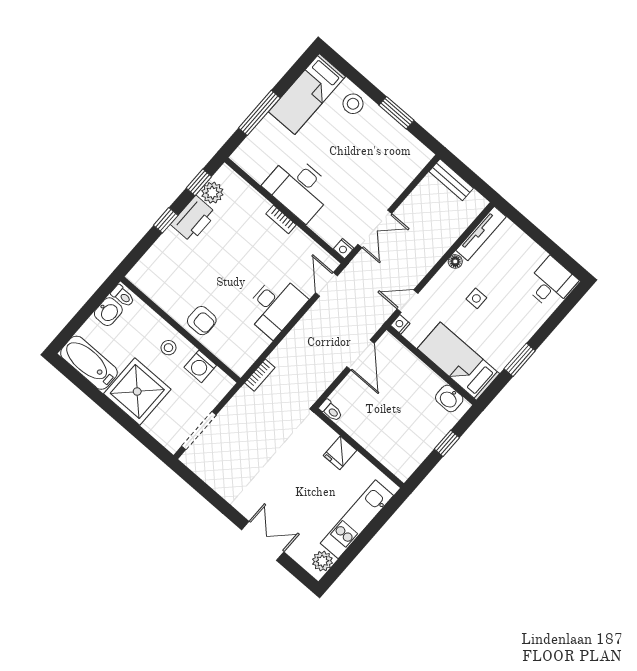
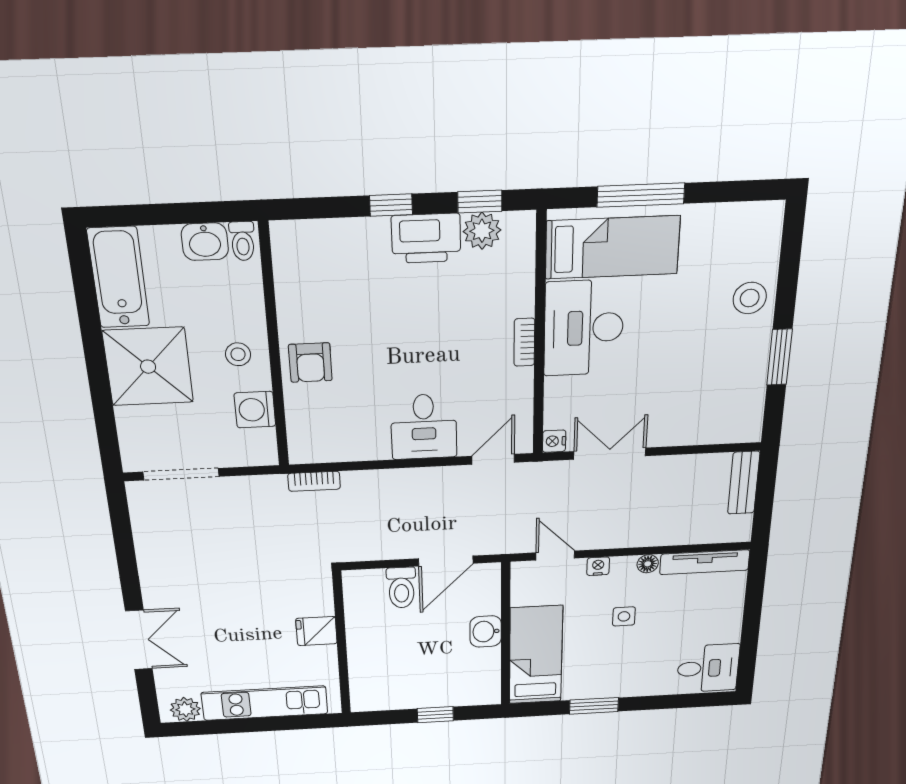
bed: (307, 94) -> (612, 247), moved, turned 180
double door: (375, 229) -> (610, 454), swing flipped
desk: (275, 306) -> (424, 427), width x0.73
nightstand: (400, 324) -> (598, 566), moved
washbasin: (449, 398) -> (486, 631), moved
toilet: (331, 410) -> (401, 588), moved, width x1.37, depth x1.39

